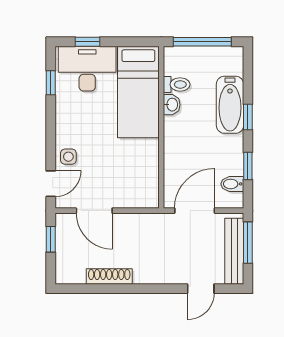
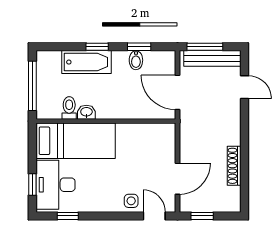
bidet: (232, 184) -> (136, 60), moved

